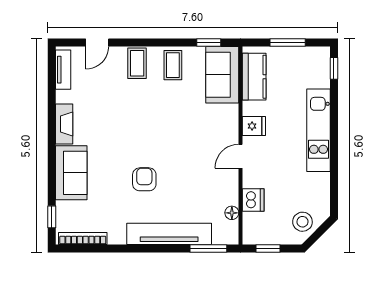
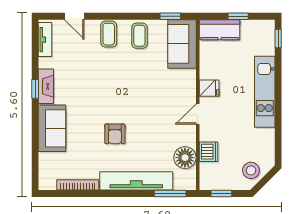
door: (97, 43) -> (74, 16), hinge flipped
window: (288, 43) -> (238, 16), width x0.67
kitchen counter: (254, 77) -> (220, 30), moved, turned 90
armchair: (144, 179) -> (115, 134), turned 180
floor lamp: (232, 213) -> (185, 158), width x1.89, depth x1.89
window: (52, 217) -> (35, 89), moved
bookcase: (83, 239) -> (78, 185), moved

